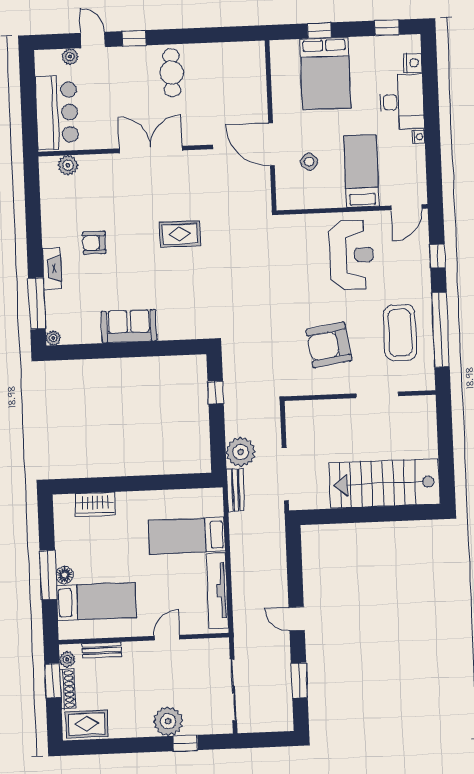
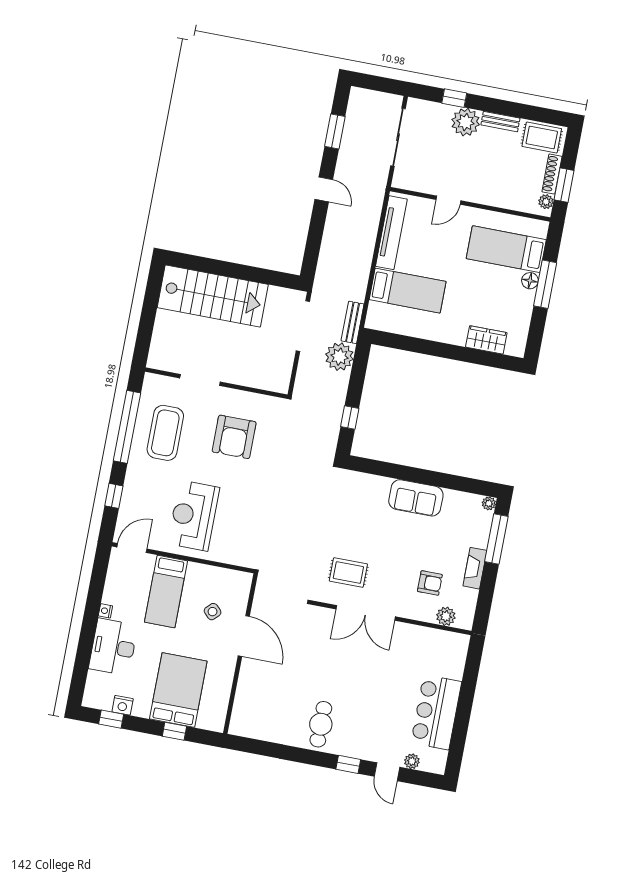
nightstand: (413, 63) -> (123, 705), moved, turned -90
double door: (151, 149) -> (366, 613), moved
wall: (123, 151) -> (391, 618), moved
plant: (68, 165) -> (446, 616), moved
armchair: (329, 345) -> (234, 437), turned 99
bench: (102, 650) -> (500, 122), moved

